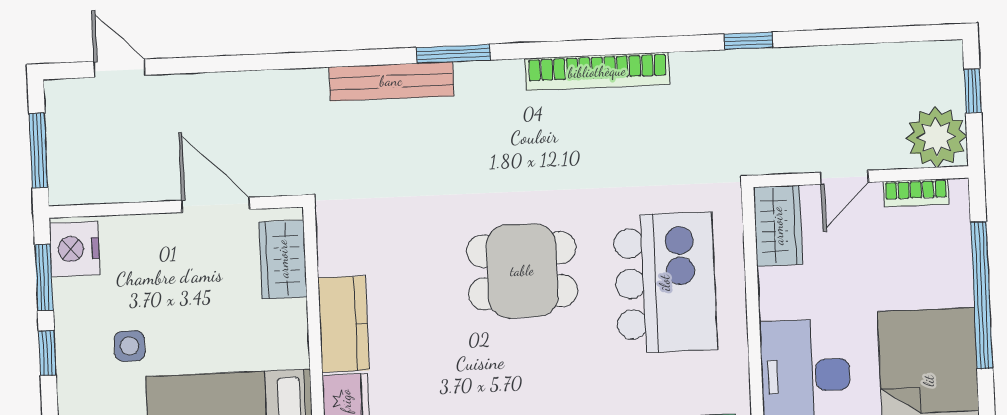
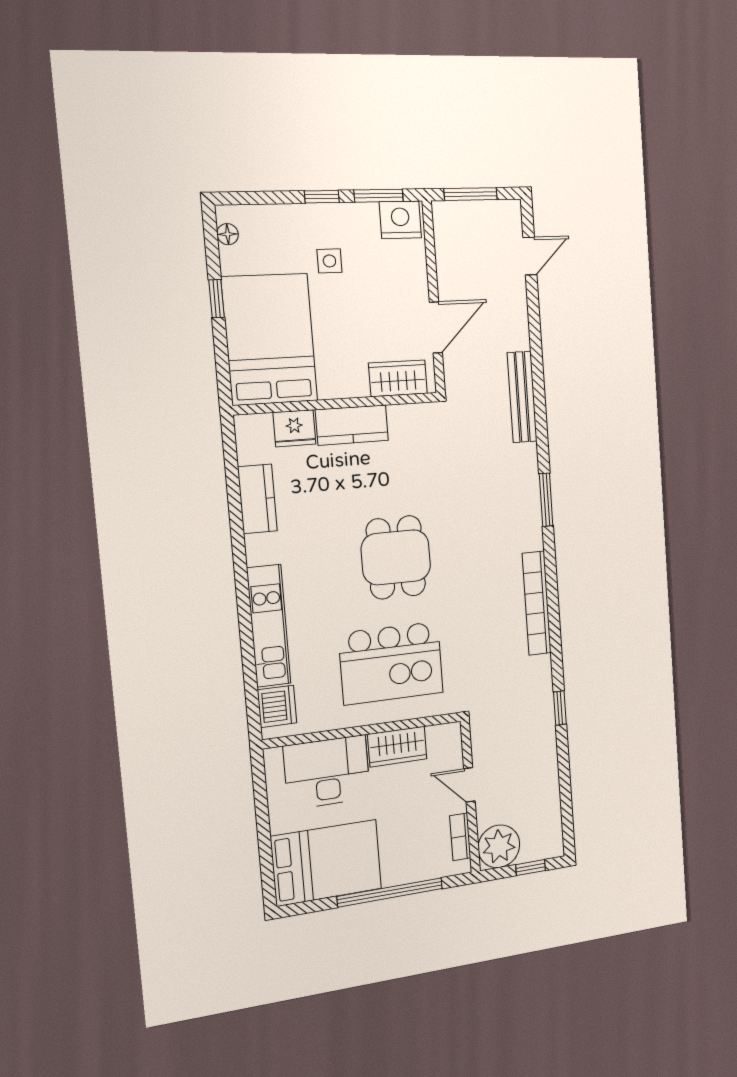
bench: (391, 81) -> (522, 397), moved
wardrobe: (778, 226) -> (397, 747), moved

